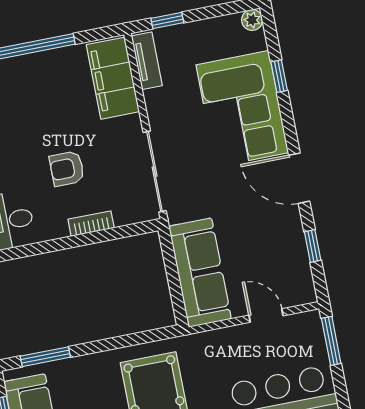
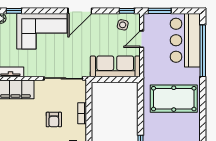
window: (279, 76) -> (14, 11), moved
window: (313, 246) -> (127, 11), moved
side table: (288, 271) -> (123, 25), added

